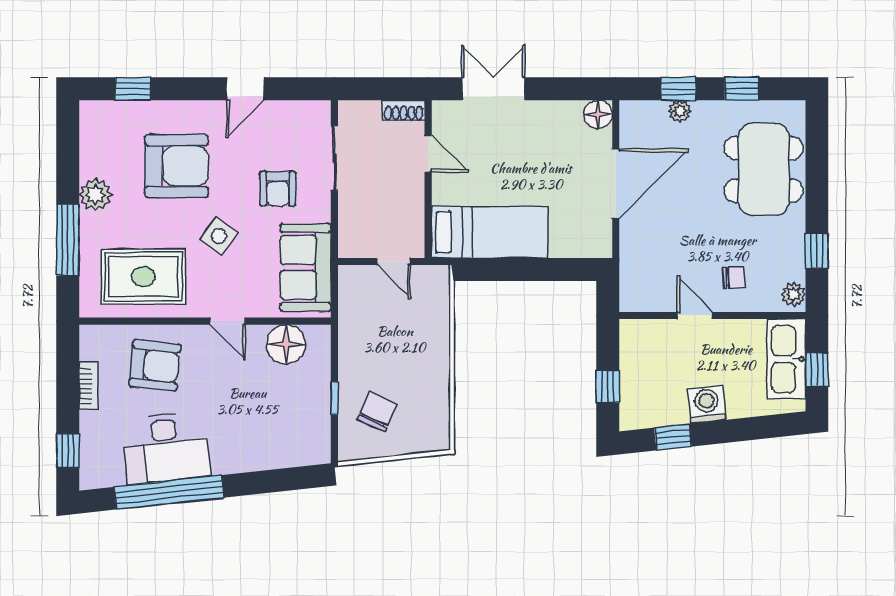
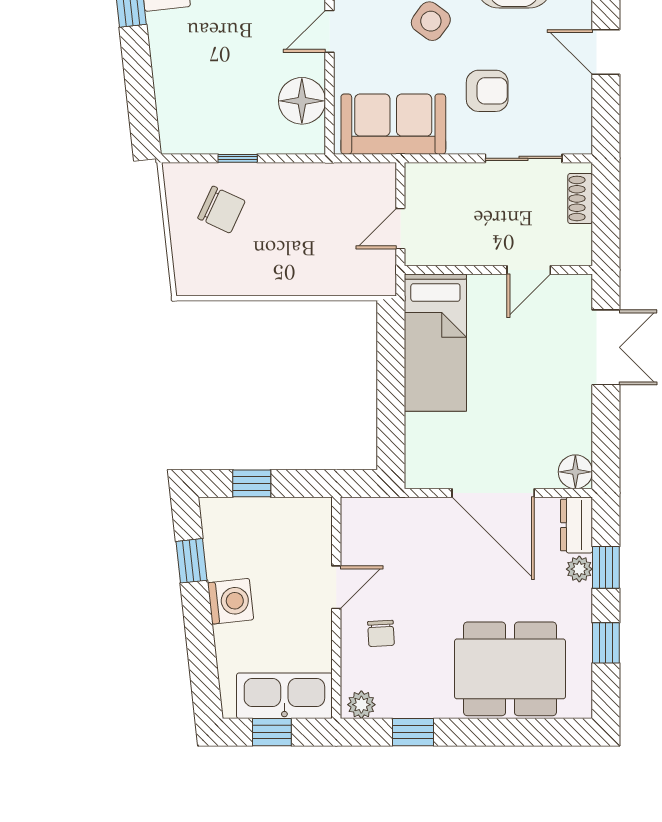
shoe rack: (404, 110) -> (580, 198), moved
dresser: (643, 113) -> (577, 525), added
armchair: (278, 189) -> (487, 91), turned 180

